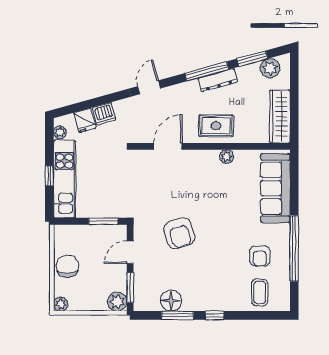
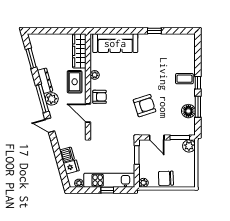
plant: (270, 68) -> (52, 99), moved
window: (207, 71) -> (42, 98), moved
wardrobe: (280, 117) -> (79, 51), moved, turned 90
window: (294, 248) -> (154, 31), width x0.32
armchair: (260, 256) -> (100, 97), moved
coffee table: (260, 292) -> (184, 79), moved
plant: (61, 304) -> (143, 183), moved

